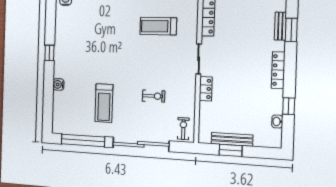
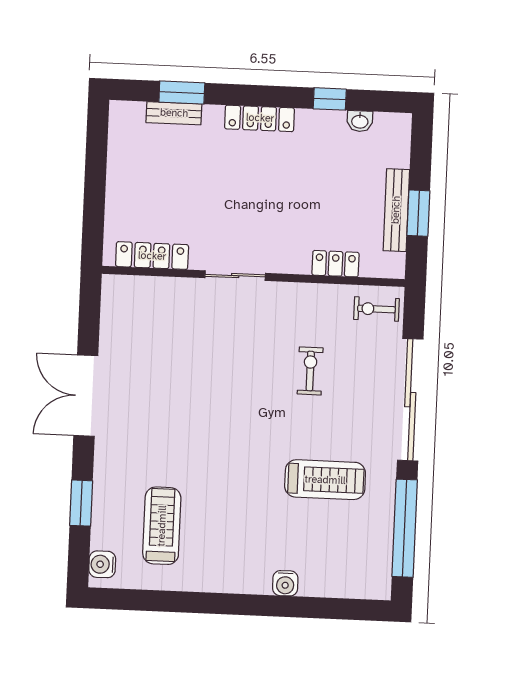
treadmill: (158, 26) -> (162, 526), moved, turned 180
window: (49, 53) -> (217, 603), removed
locker: (206, 89) -> (335, 264), moved

